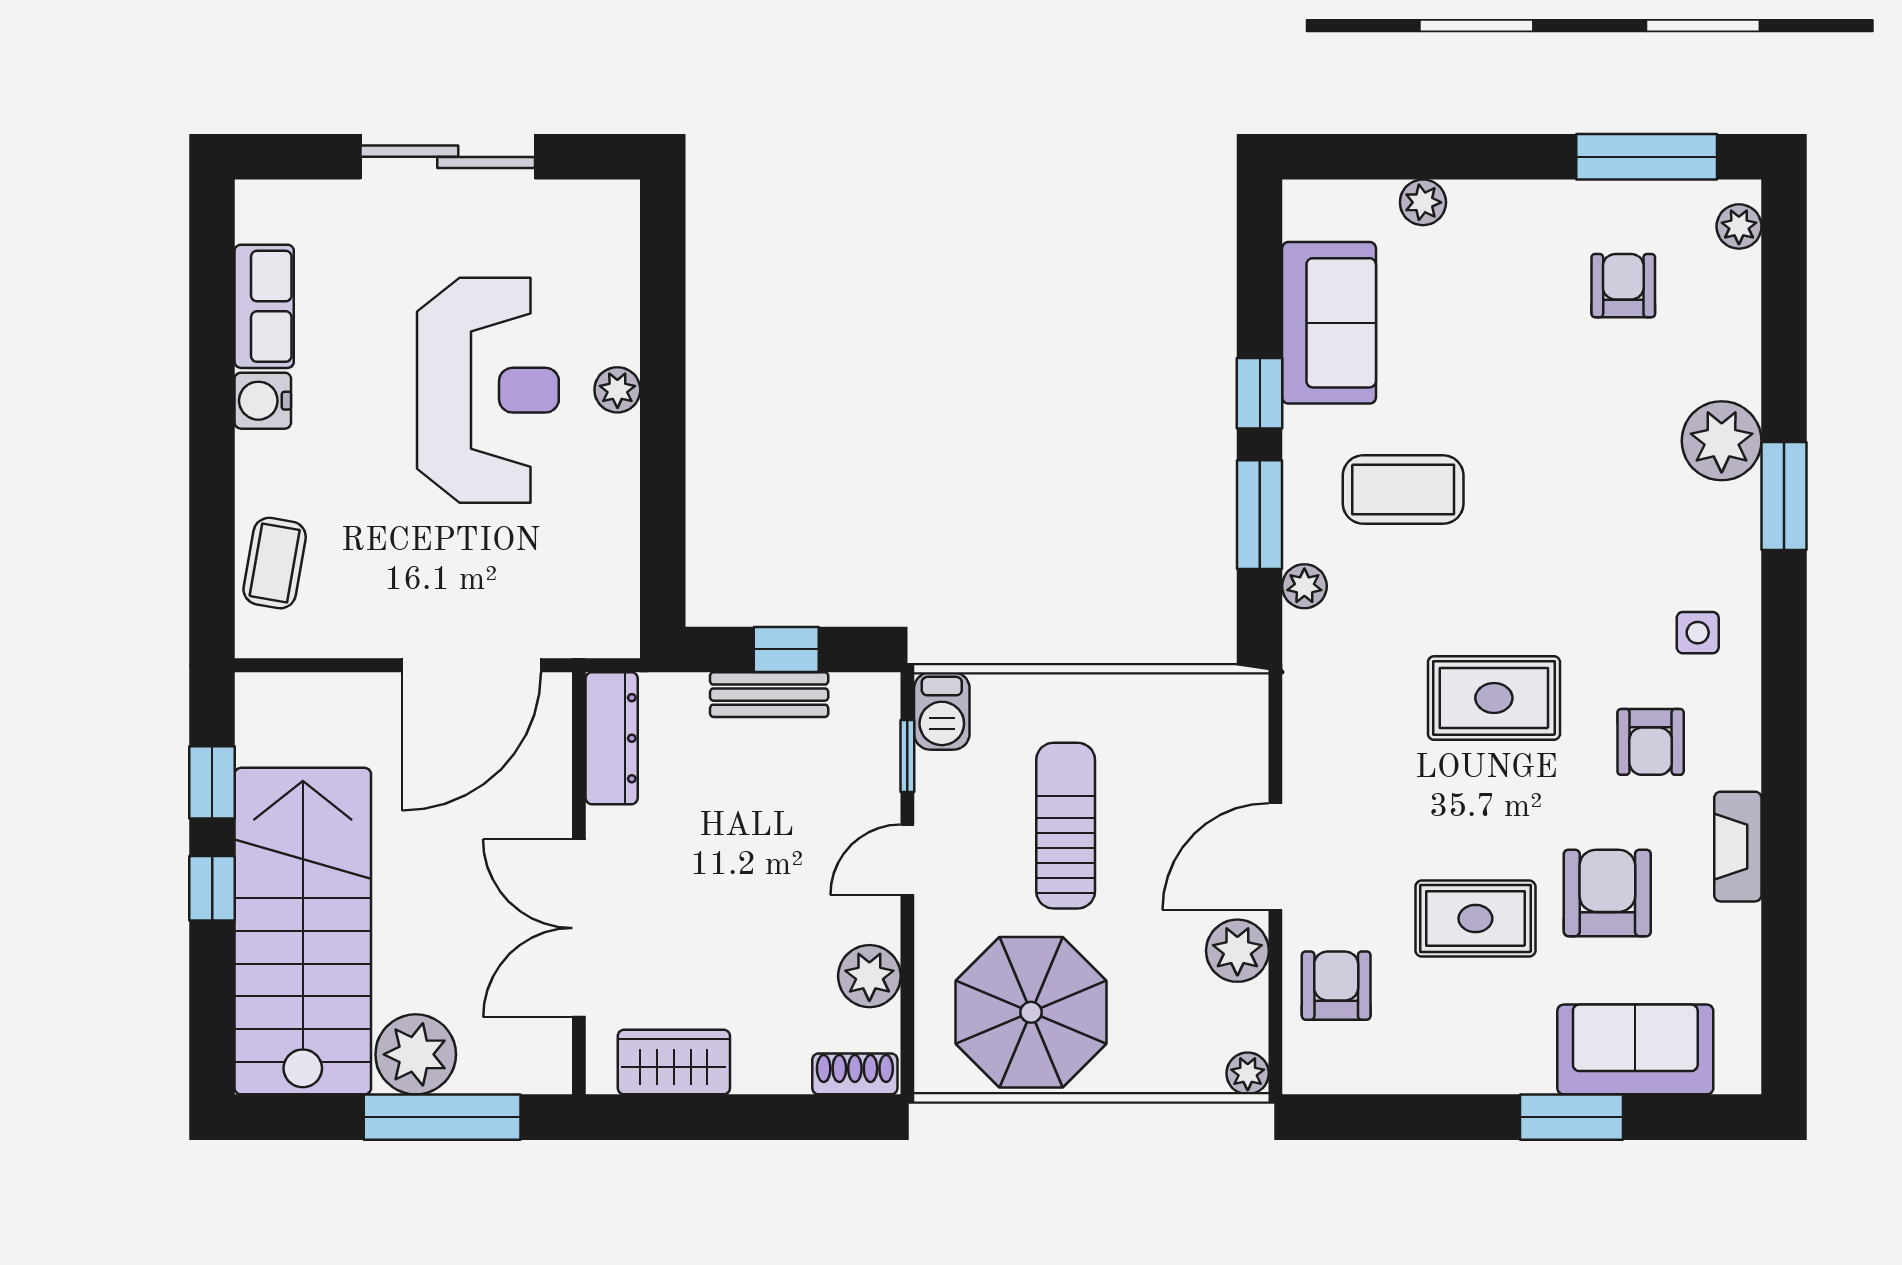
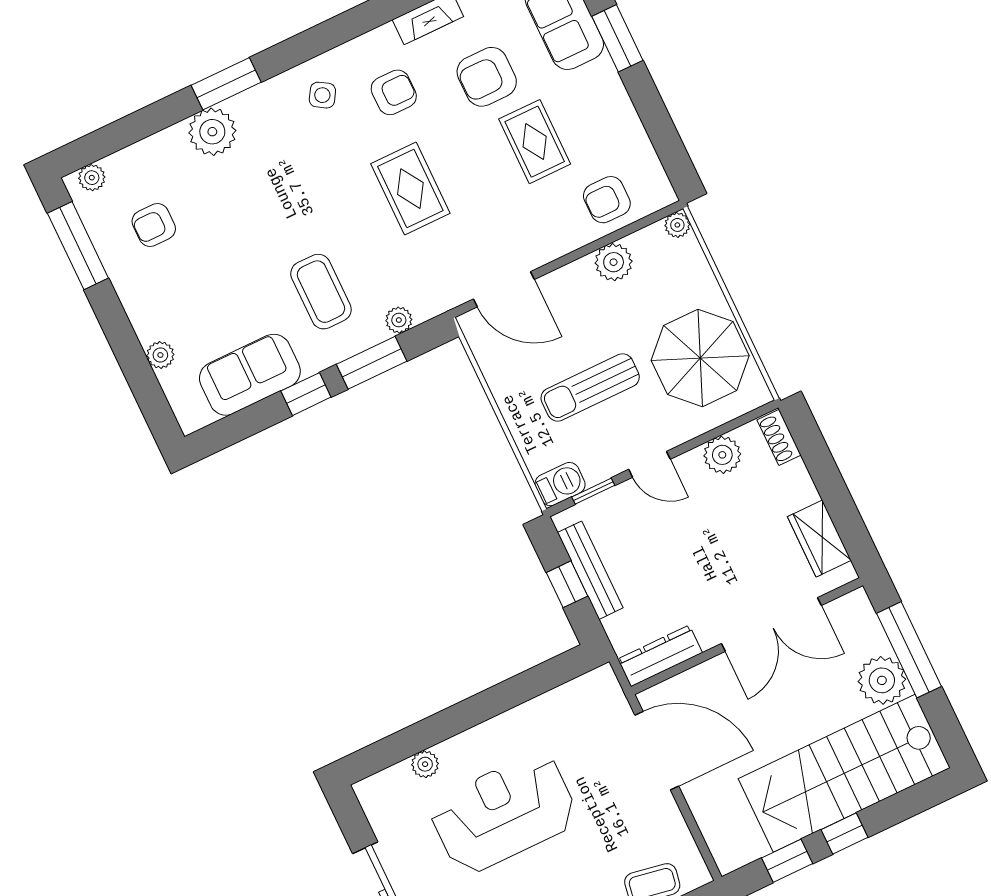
plant: (617, 390) -> (425, 764), moved
side table: (1698, 633) -> (322, 95), turned 32
bench: (769, 695) -> (590, 570), width x1.36
door: (1275, 856) -> (504, 289), moved

